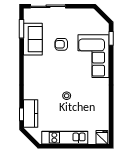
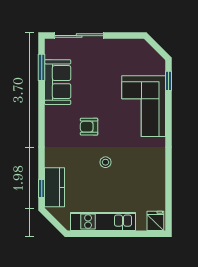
armchair: (61, 44) -> (89, 127), moved

